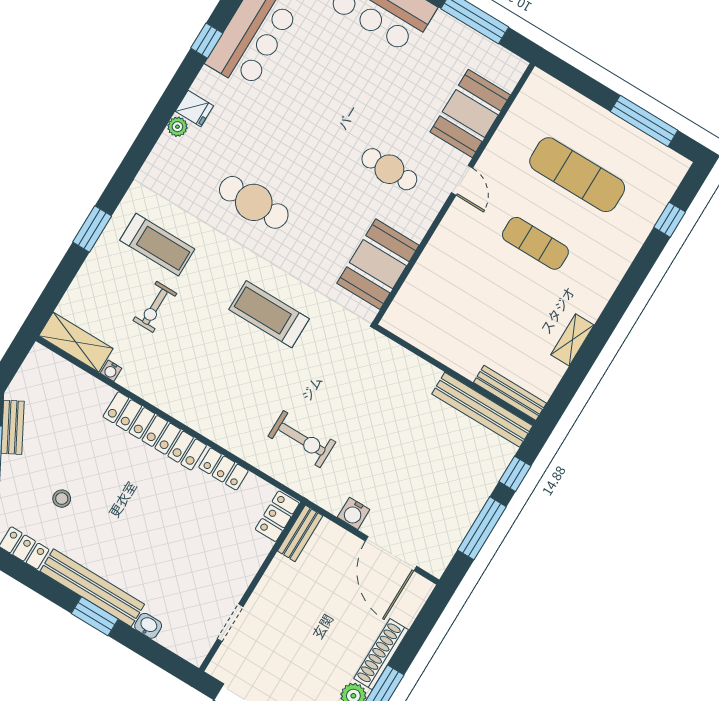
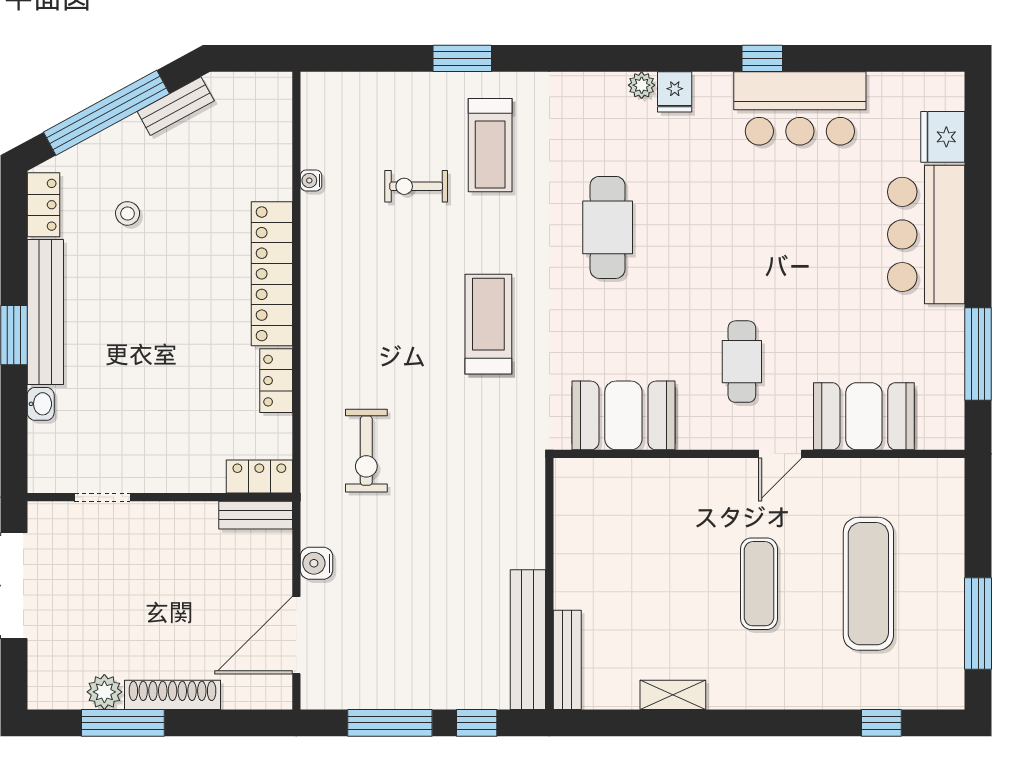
shelving: (76, 342) -> (319, 119), removed

